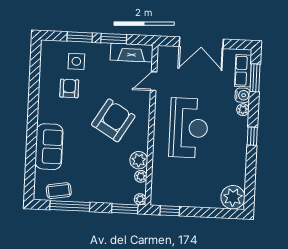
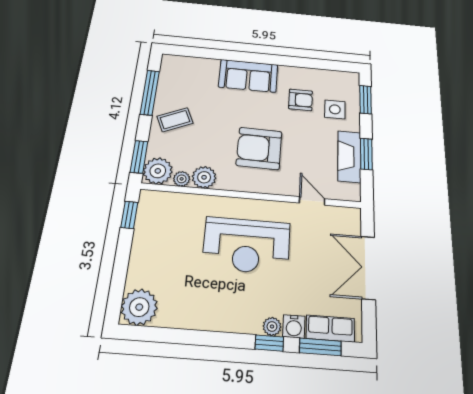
window: (80, 37) -> (365, 100), moved
fireplace: (132, 53) -> (349, 156), moved
armchair: (113, 120) -> (259, 148), turned 150
window: (252, 136) -> (269, 343), moved
sofa: (49, 147) -> (248, 76), moved
coffee table: (59, 191) -> (175, 120), moved, turned 75
plant: (140, 199) -> (158, 171), width x1.88, depth x1.88

